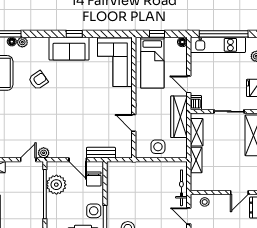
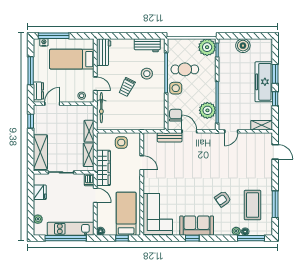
plant: (44, 153) -> (218, 137), removed
trolley: (151, 212) -> (127, 87), added

